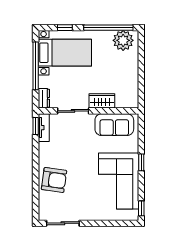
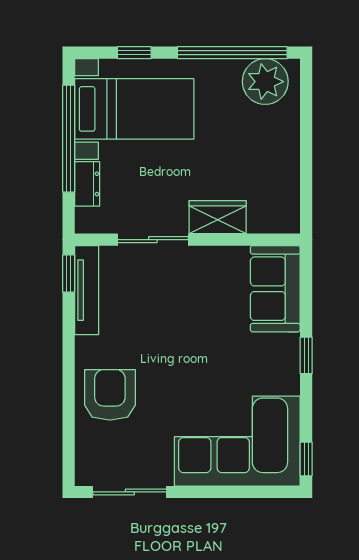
dresser: (44, 98) -> (87, 184), moved
sofa: (114, 125) -> (275, 289), moved, turned 90
tv unit: (44, 128) -> (87, 290), width x1.41
armchair: (54, 180) -> (110, 395), turned -98
corner sofa: (119, 181) -> (237, 441), moved, turned 90

